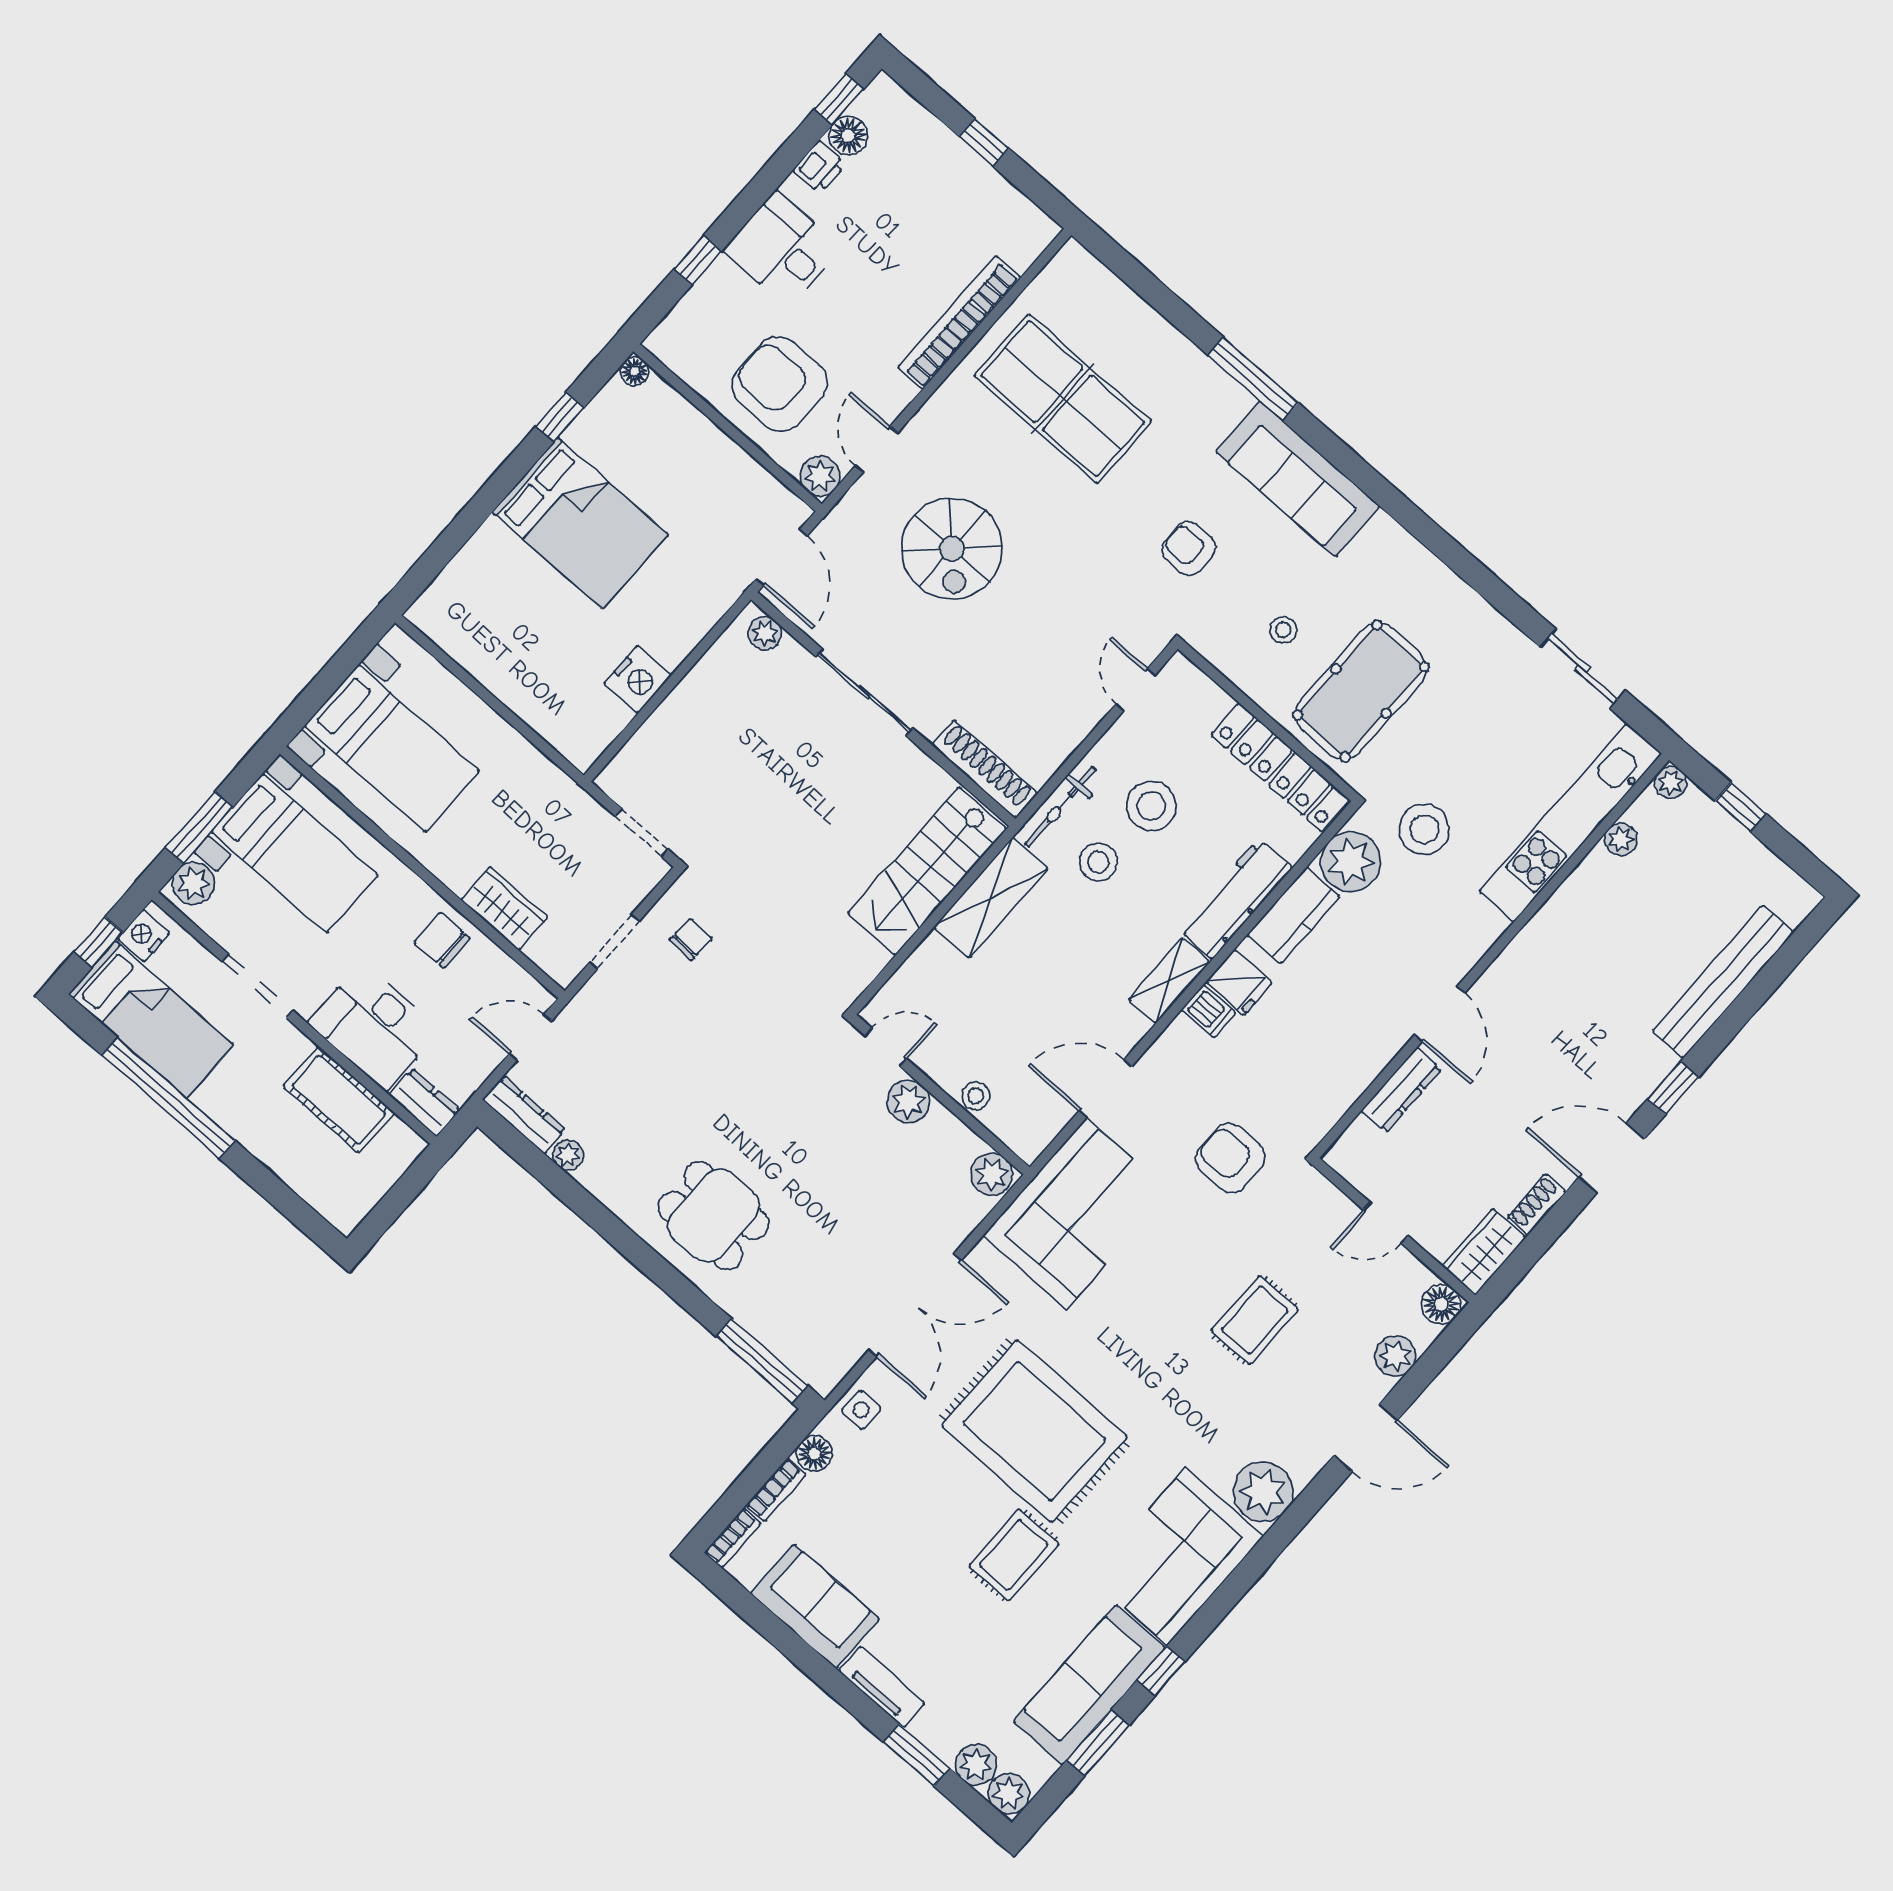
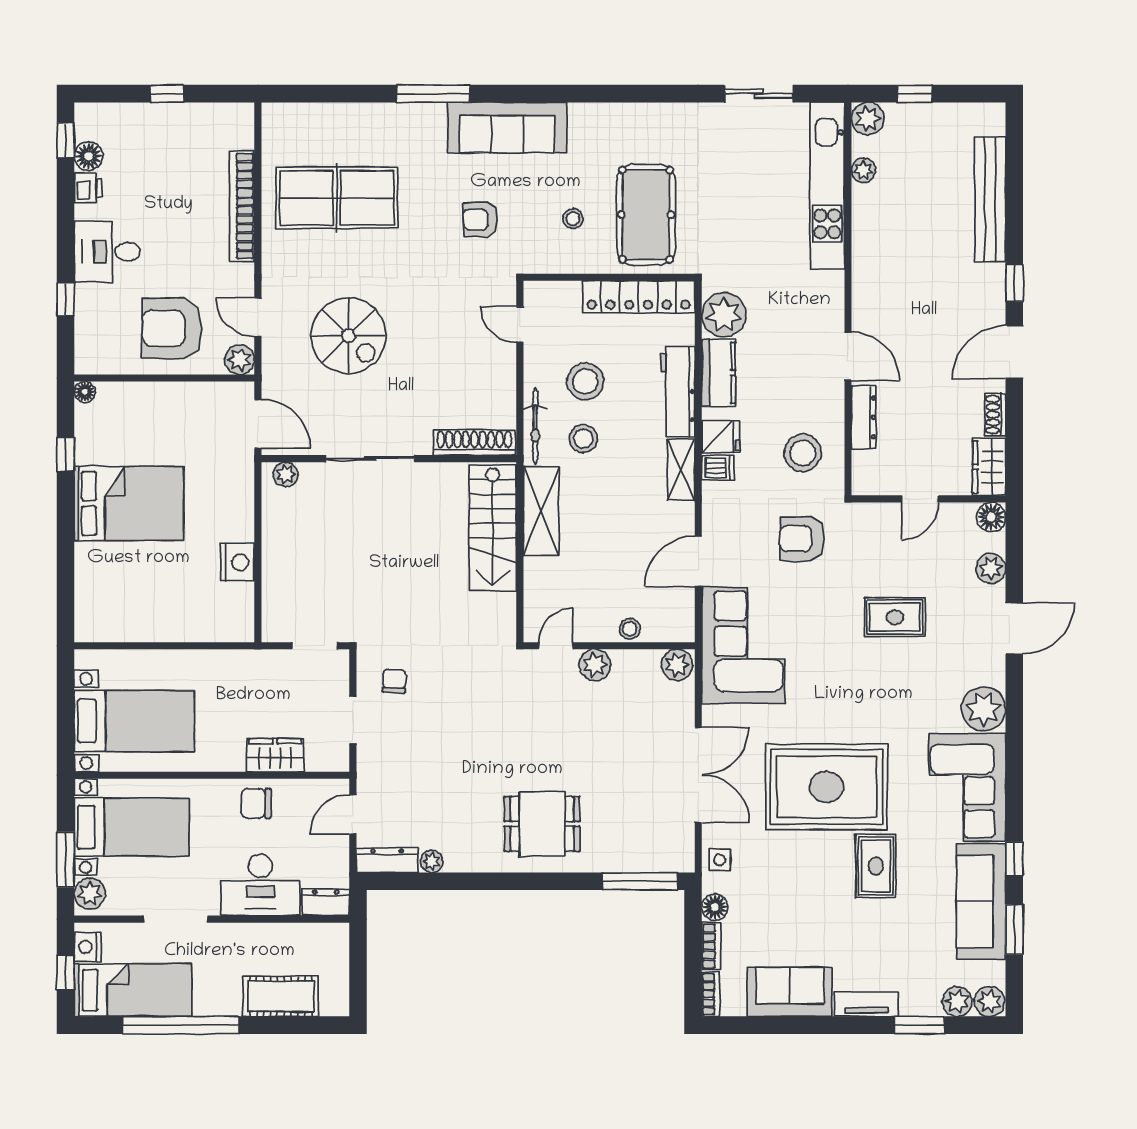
plant: (1670, 782) -> (868, 119), width x1.38, depth x1.38
stool: (1424, 829) -> (803, 453), moved
cot: (339, 1100) -> (281, 996), moved
rug: (1255, 1320) -> (895, 617), turned 90

